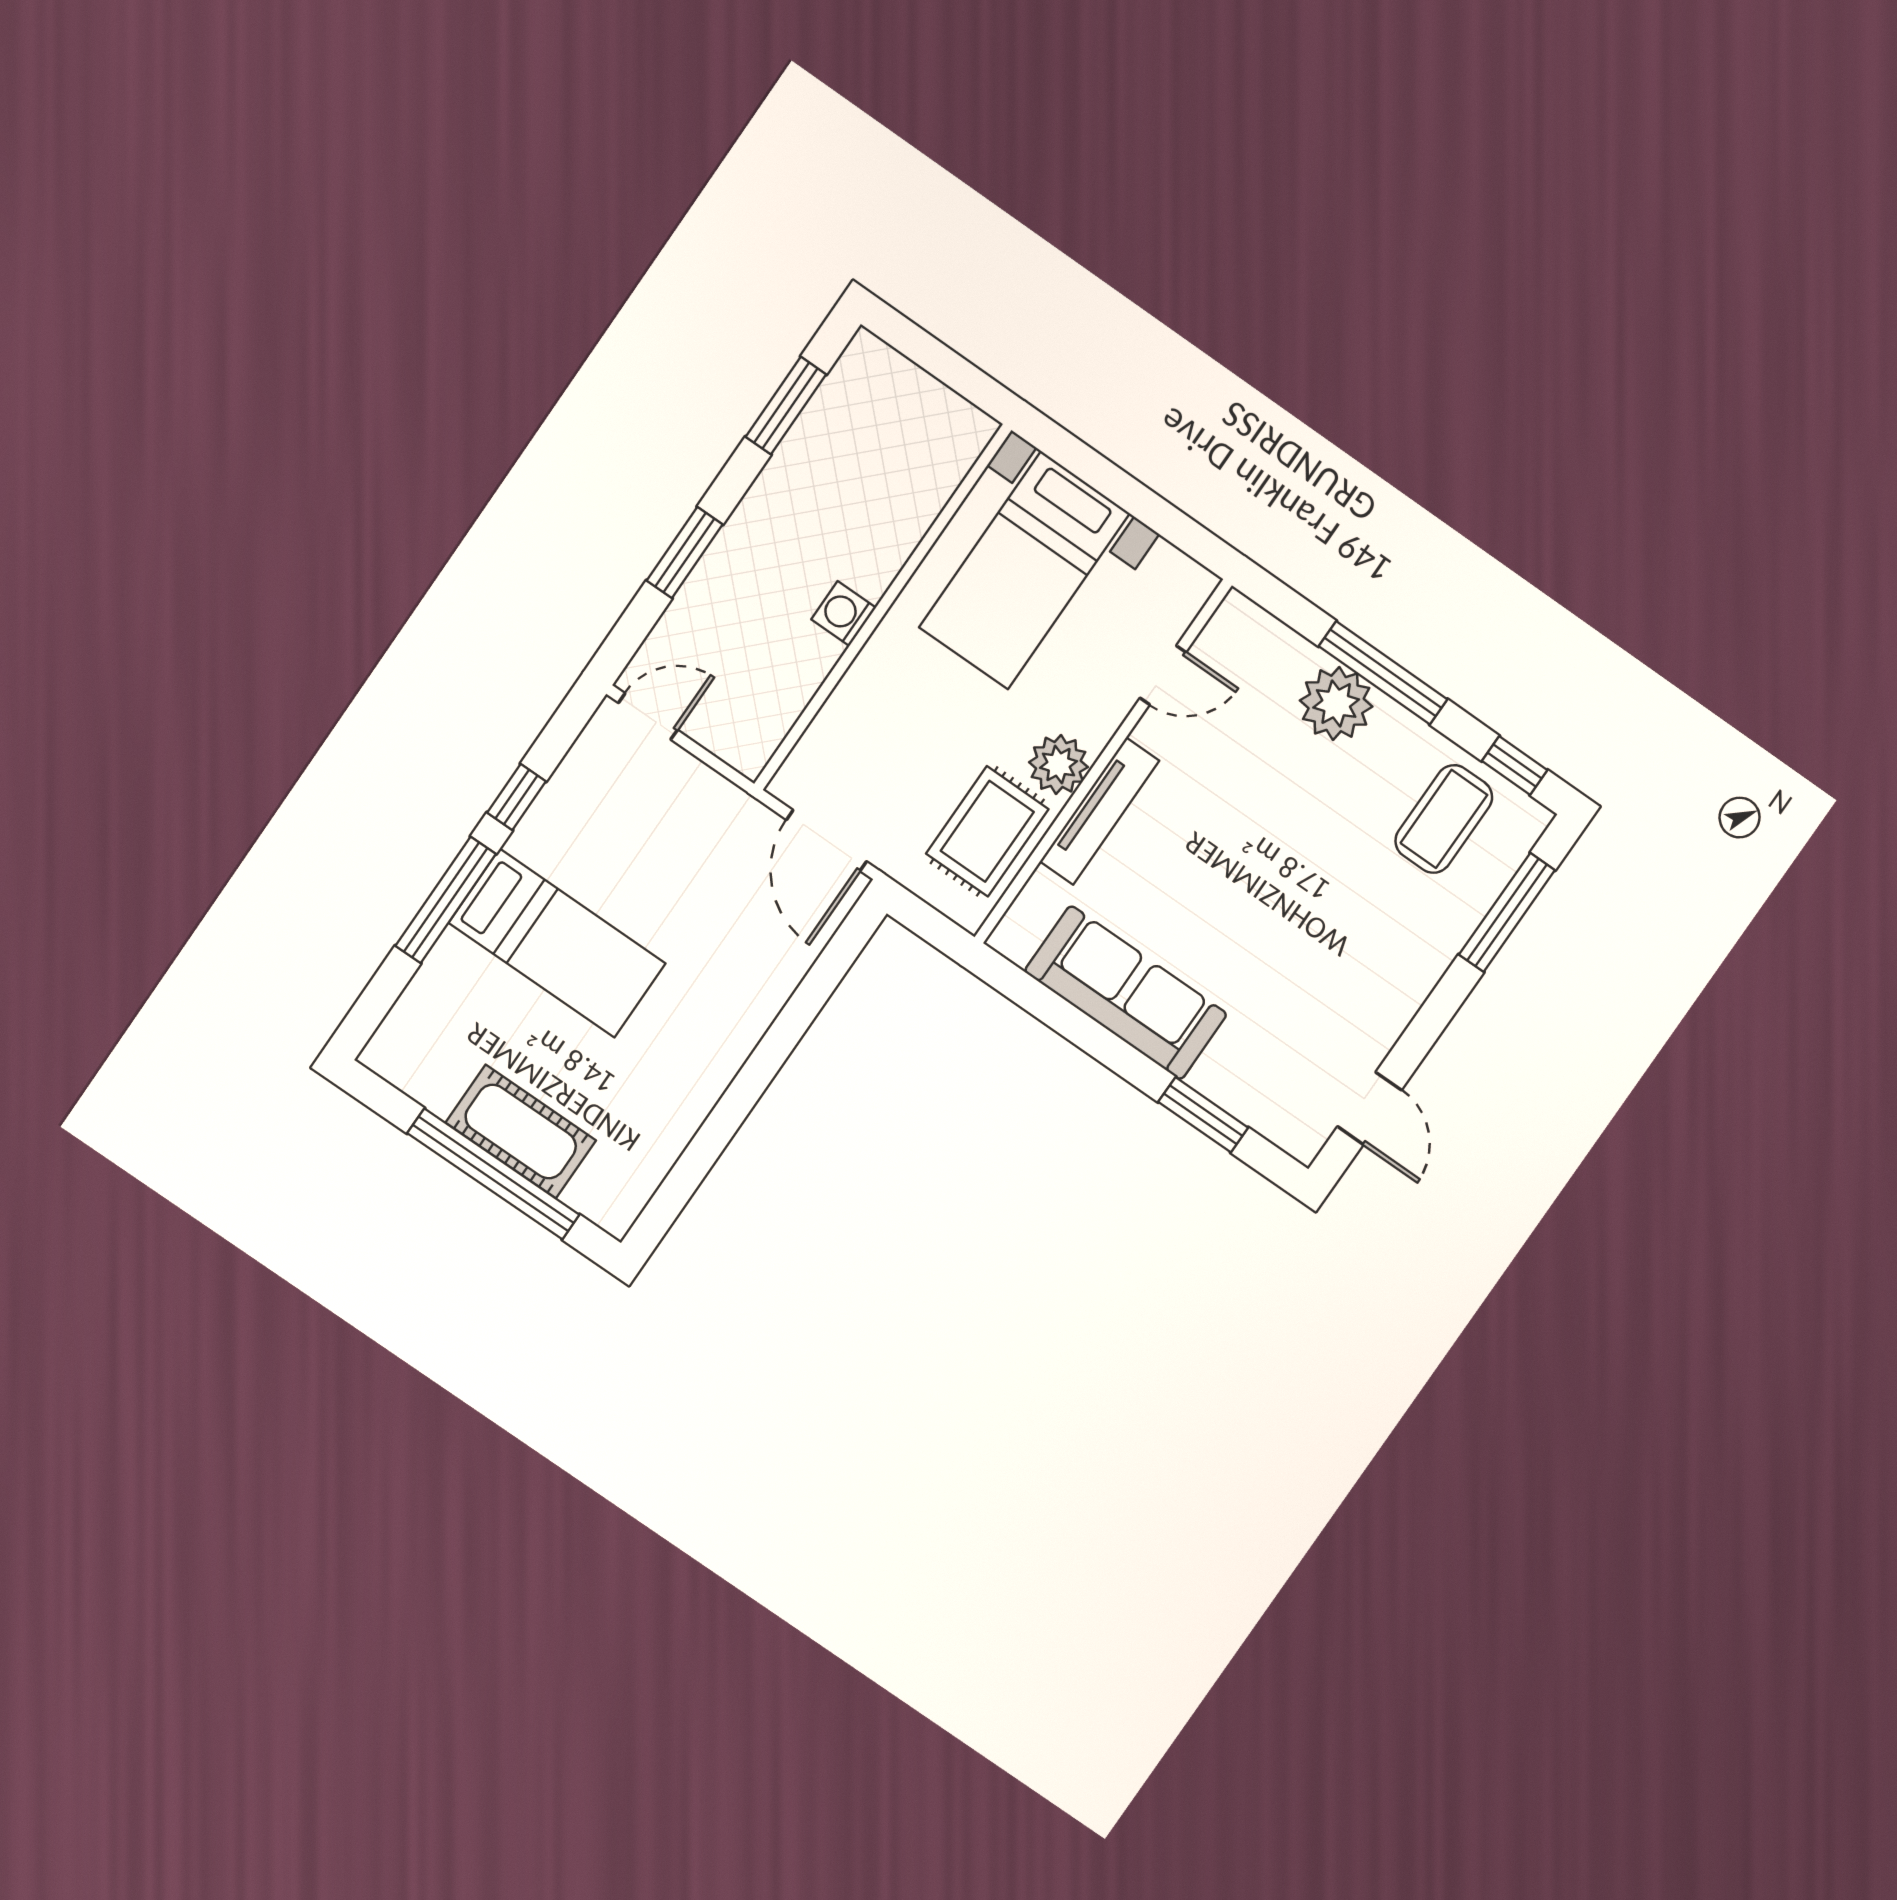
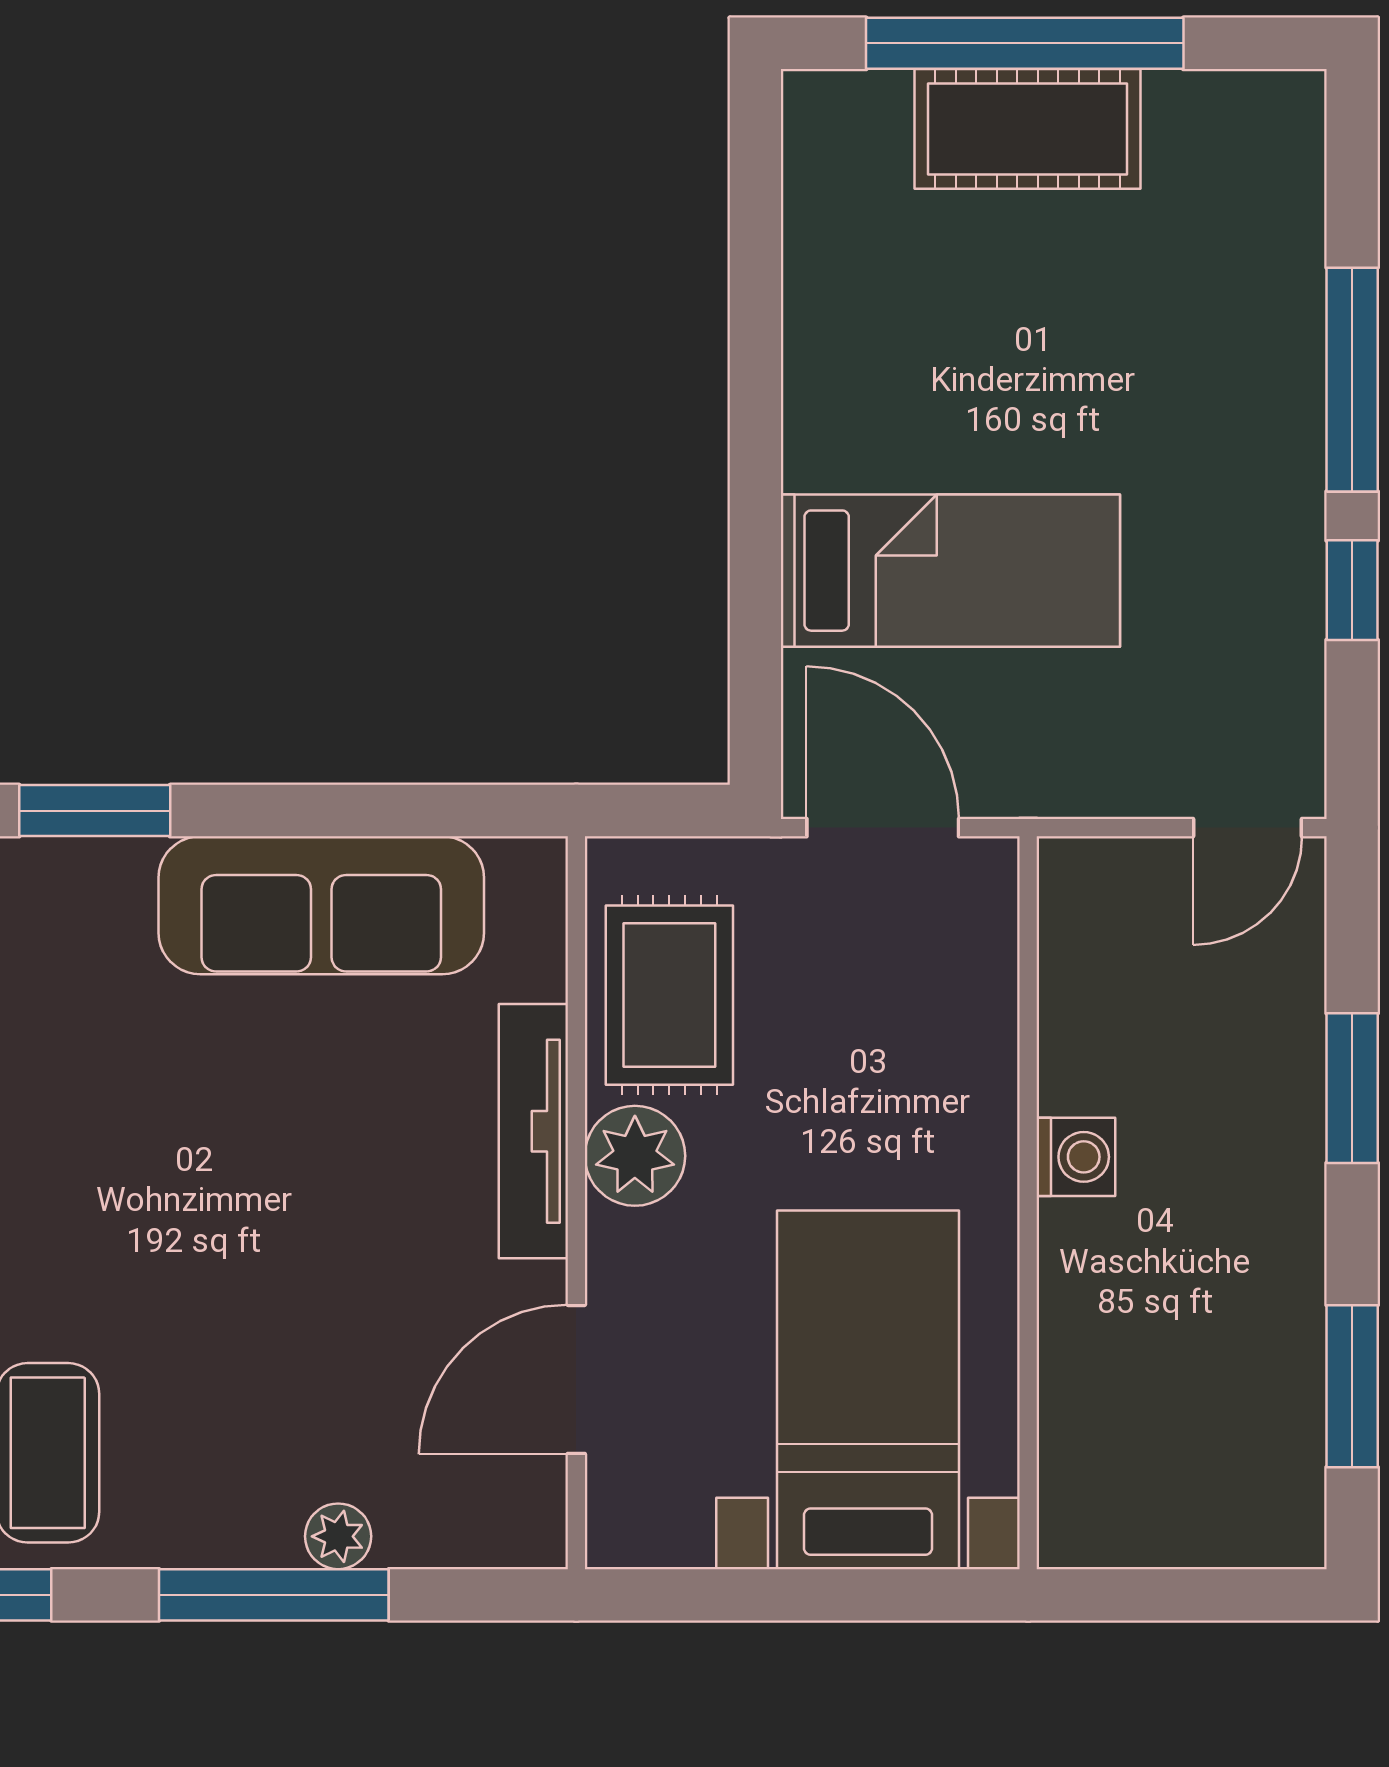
door: (1163, 675) -> (576, 1379), width x1.38
plant: (1336, 704) -> (338, 1536), width x0.53, depth x0.53
bed: (557, 943) -> (950, 571), moved, turned 180

